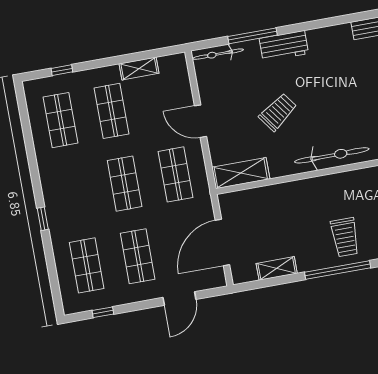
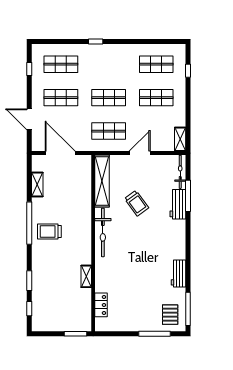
workbench: (284, 46) -> (178, 204), moved
shelving: (139, 68) -> (180, 139), moved
shelving: (241, 173) -> (102, 181), width x1.47

